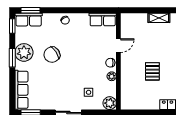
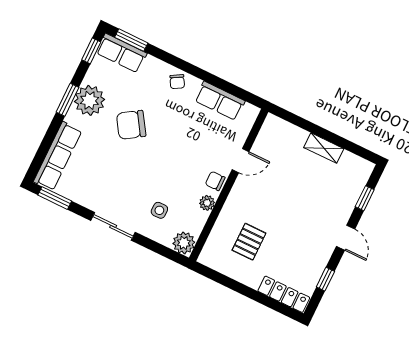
row of seats: (103, 19) -> (220, 101), moved
pallet: (152, 71) -> (249, 242), moved

